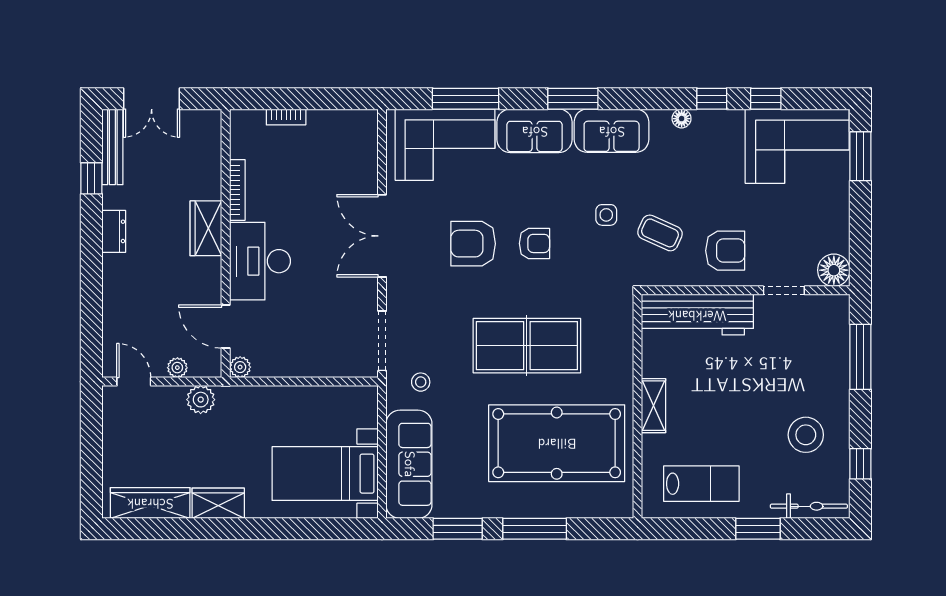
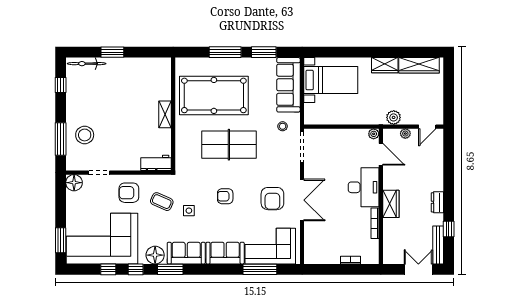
window: (573, 99) -> (170, 269), moved
floor lamp: (682, 119) -> (155, 255), width x1.89, depth x1.89
corner sofa: (797, 146) -> (102, 239), width x1.36, depth x1.36
armchair: (473, 244) -> (272, 199), moved, turned 90
workbench: (697, 315) -> (156, 163), width x0.53, depth x0.76
door: (134, 382) -> (427, 127), hinge flipped
stool: (806, 435) -> (85, 135), moved
lab bench: (701, 484) -> (141, 75), removed

